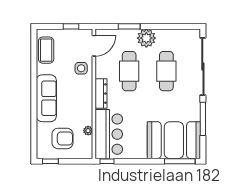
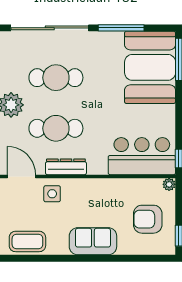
dresser: (101, 94) -> (66, 167), moved
sofa: (46, 98) -> (93, 241), width x0.73
plant: (88, 131) -> (169, 184), moved
armchair: (62, 138) -> (148, 219), turned -90

